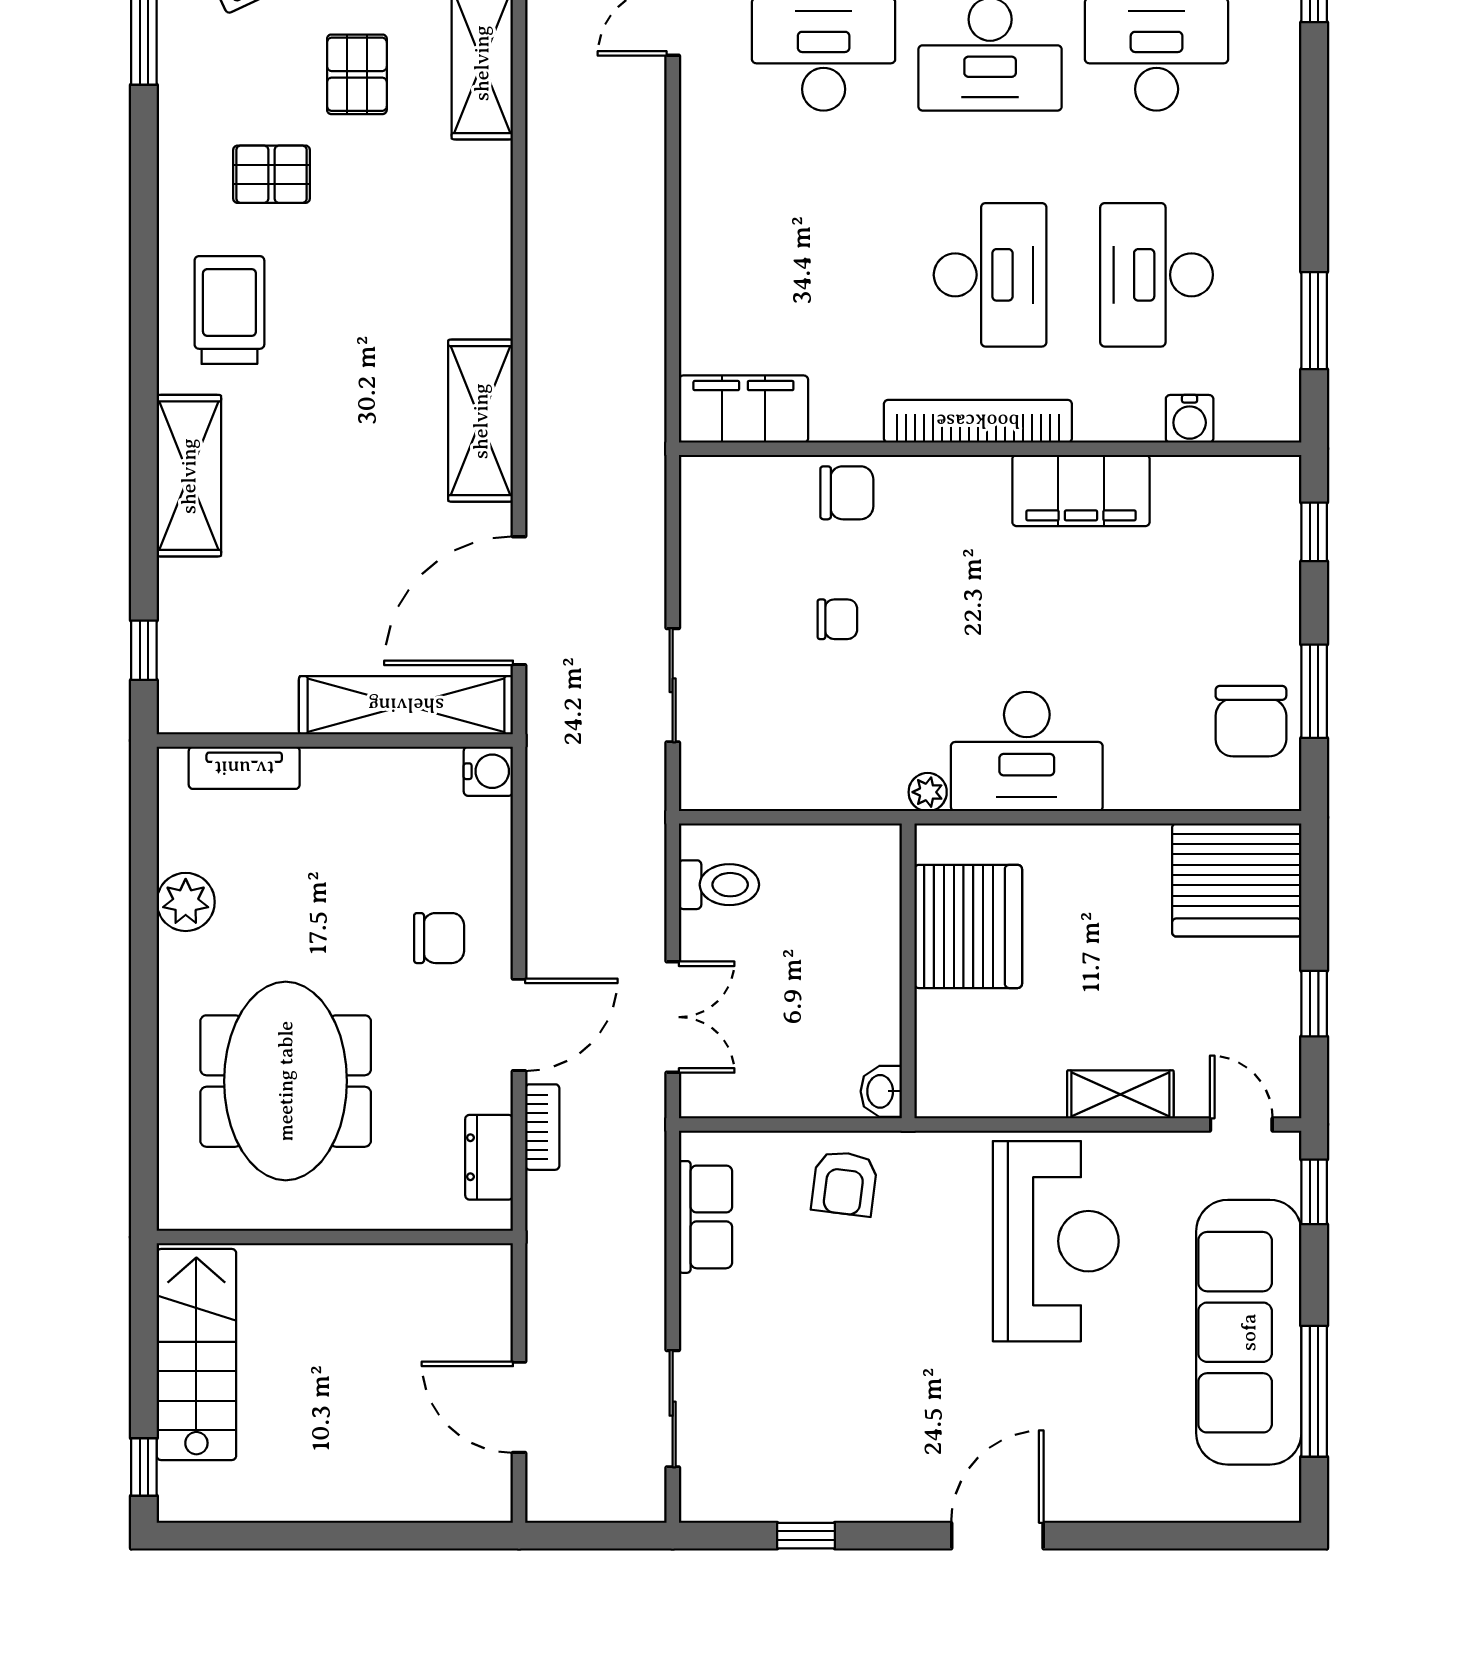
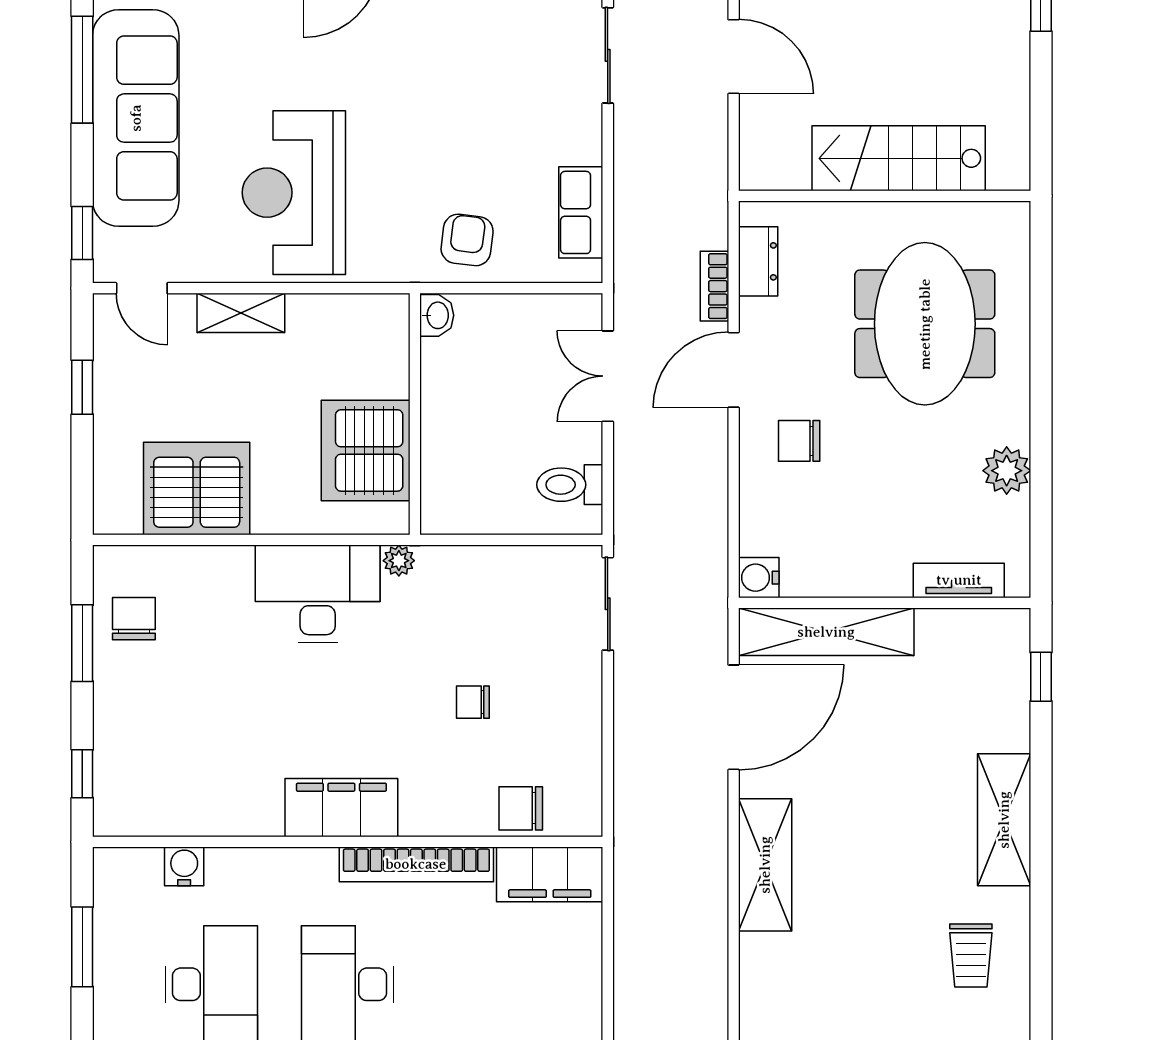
trolley: (229, 310) -> (971, 955), width x0.73, depth x0.72
bookcase: (978, 421) -> (416, 864), moved
filing cabinet: (1081, 490) -> (341, 808), moved
chair: (847, 493) -> (521, 808), moved
sliding door: (673, 685) -> (608, 604), moved
chair: (1251, 721) -> (134, 619), width x0.73, depth x0.73
server rack: (1237, 880) -> (197, 489), moved
stairs: (196, 1354) -> (899, 158), moved, turned 90

